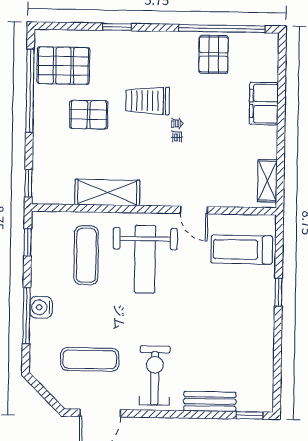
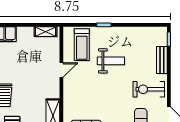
weight bench: (145, 259) -> (111, 61), moved, width x0.73, depth x0.75

